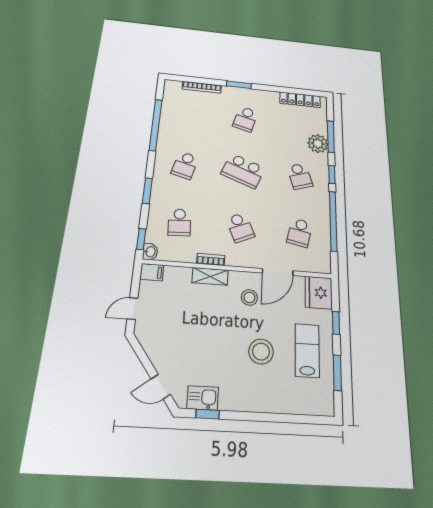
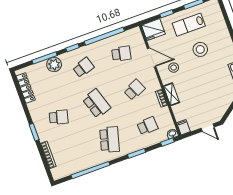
school desk: (185, 165) -> (110, 140), width x1.85
school desk: (243, 171) -> (96, 103), turned -39

